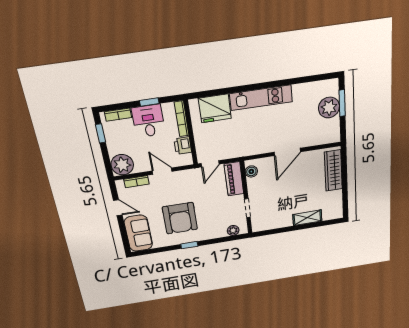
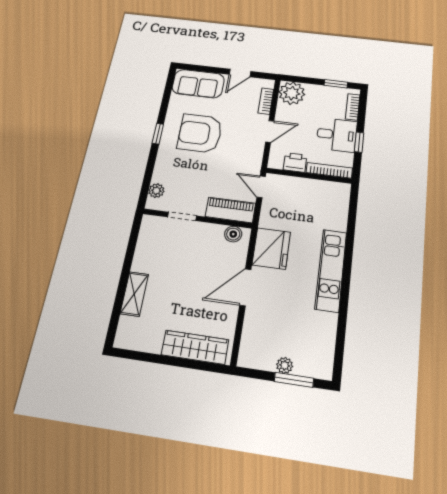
fridge: (215, 108) -> (271, 248), moved, turned 180
plant: (329, 108) -> (285, 365), width x0.53, depth x0.53
door: (287, 152) -> (245, 287), hinge flipped

